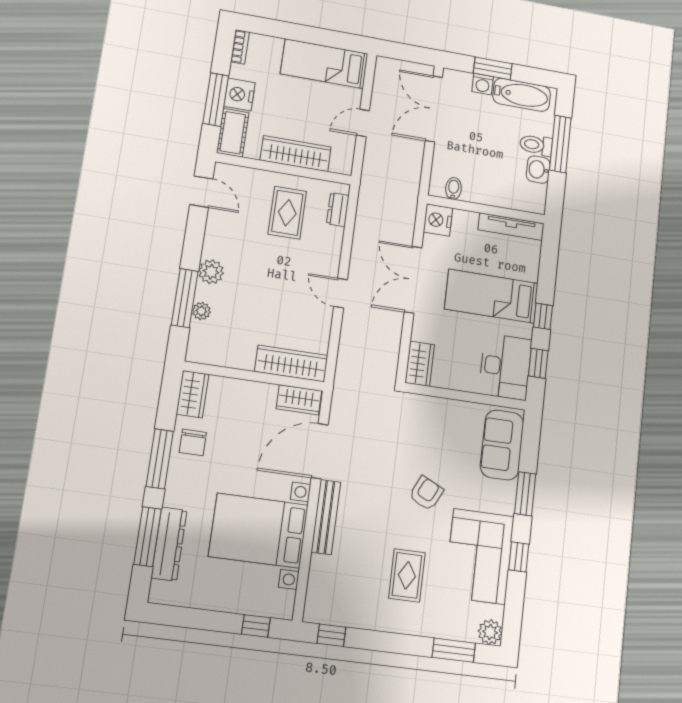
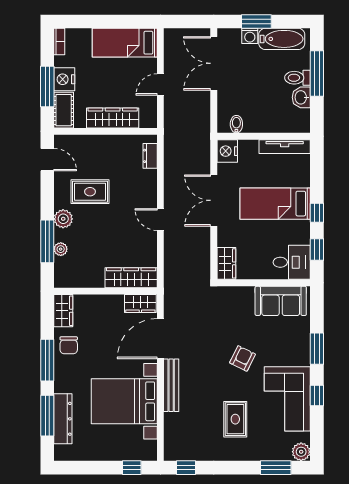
rug: (287, 213) -> (90, 192), moved, turned 90
desk: (505, 367) -> (292, 262), width x0.73
sofa: (502, 445) -> (281, 301), moved, turned -90

